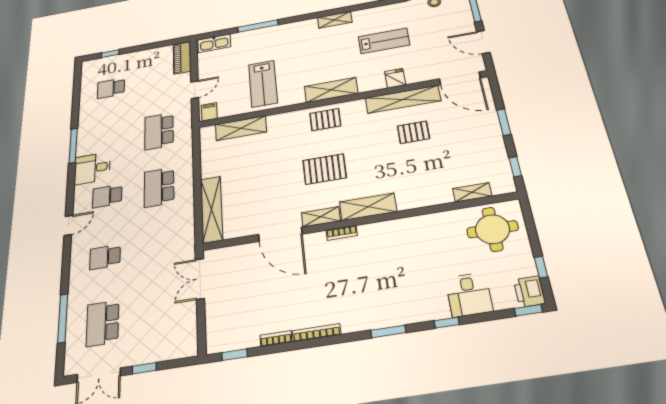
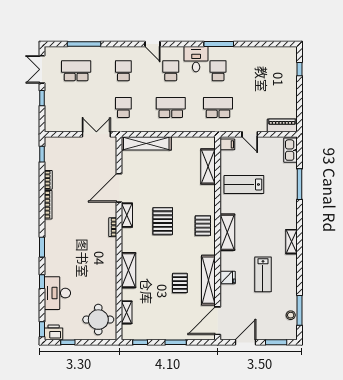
school desk: (111, 88) -> (218, 71), moved
shelving: (368, 207) -> (129, 270), moved
school desk: (159, 248) -> (123, 107), added
desk: (469, 295) -> (57, 293), width x1.37

